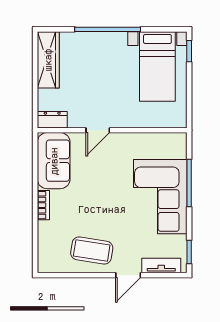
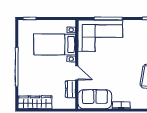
bed with nightstands: (157, 67) -> (55, 44), moved, turned 180
dresser: (52, 120) -> (70, 89), moved
corner sofa: (160, 197) -> (100, 36), moved

